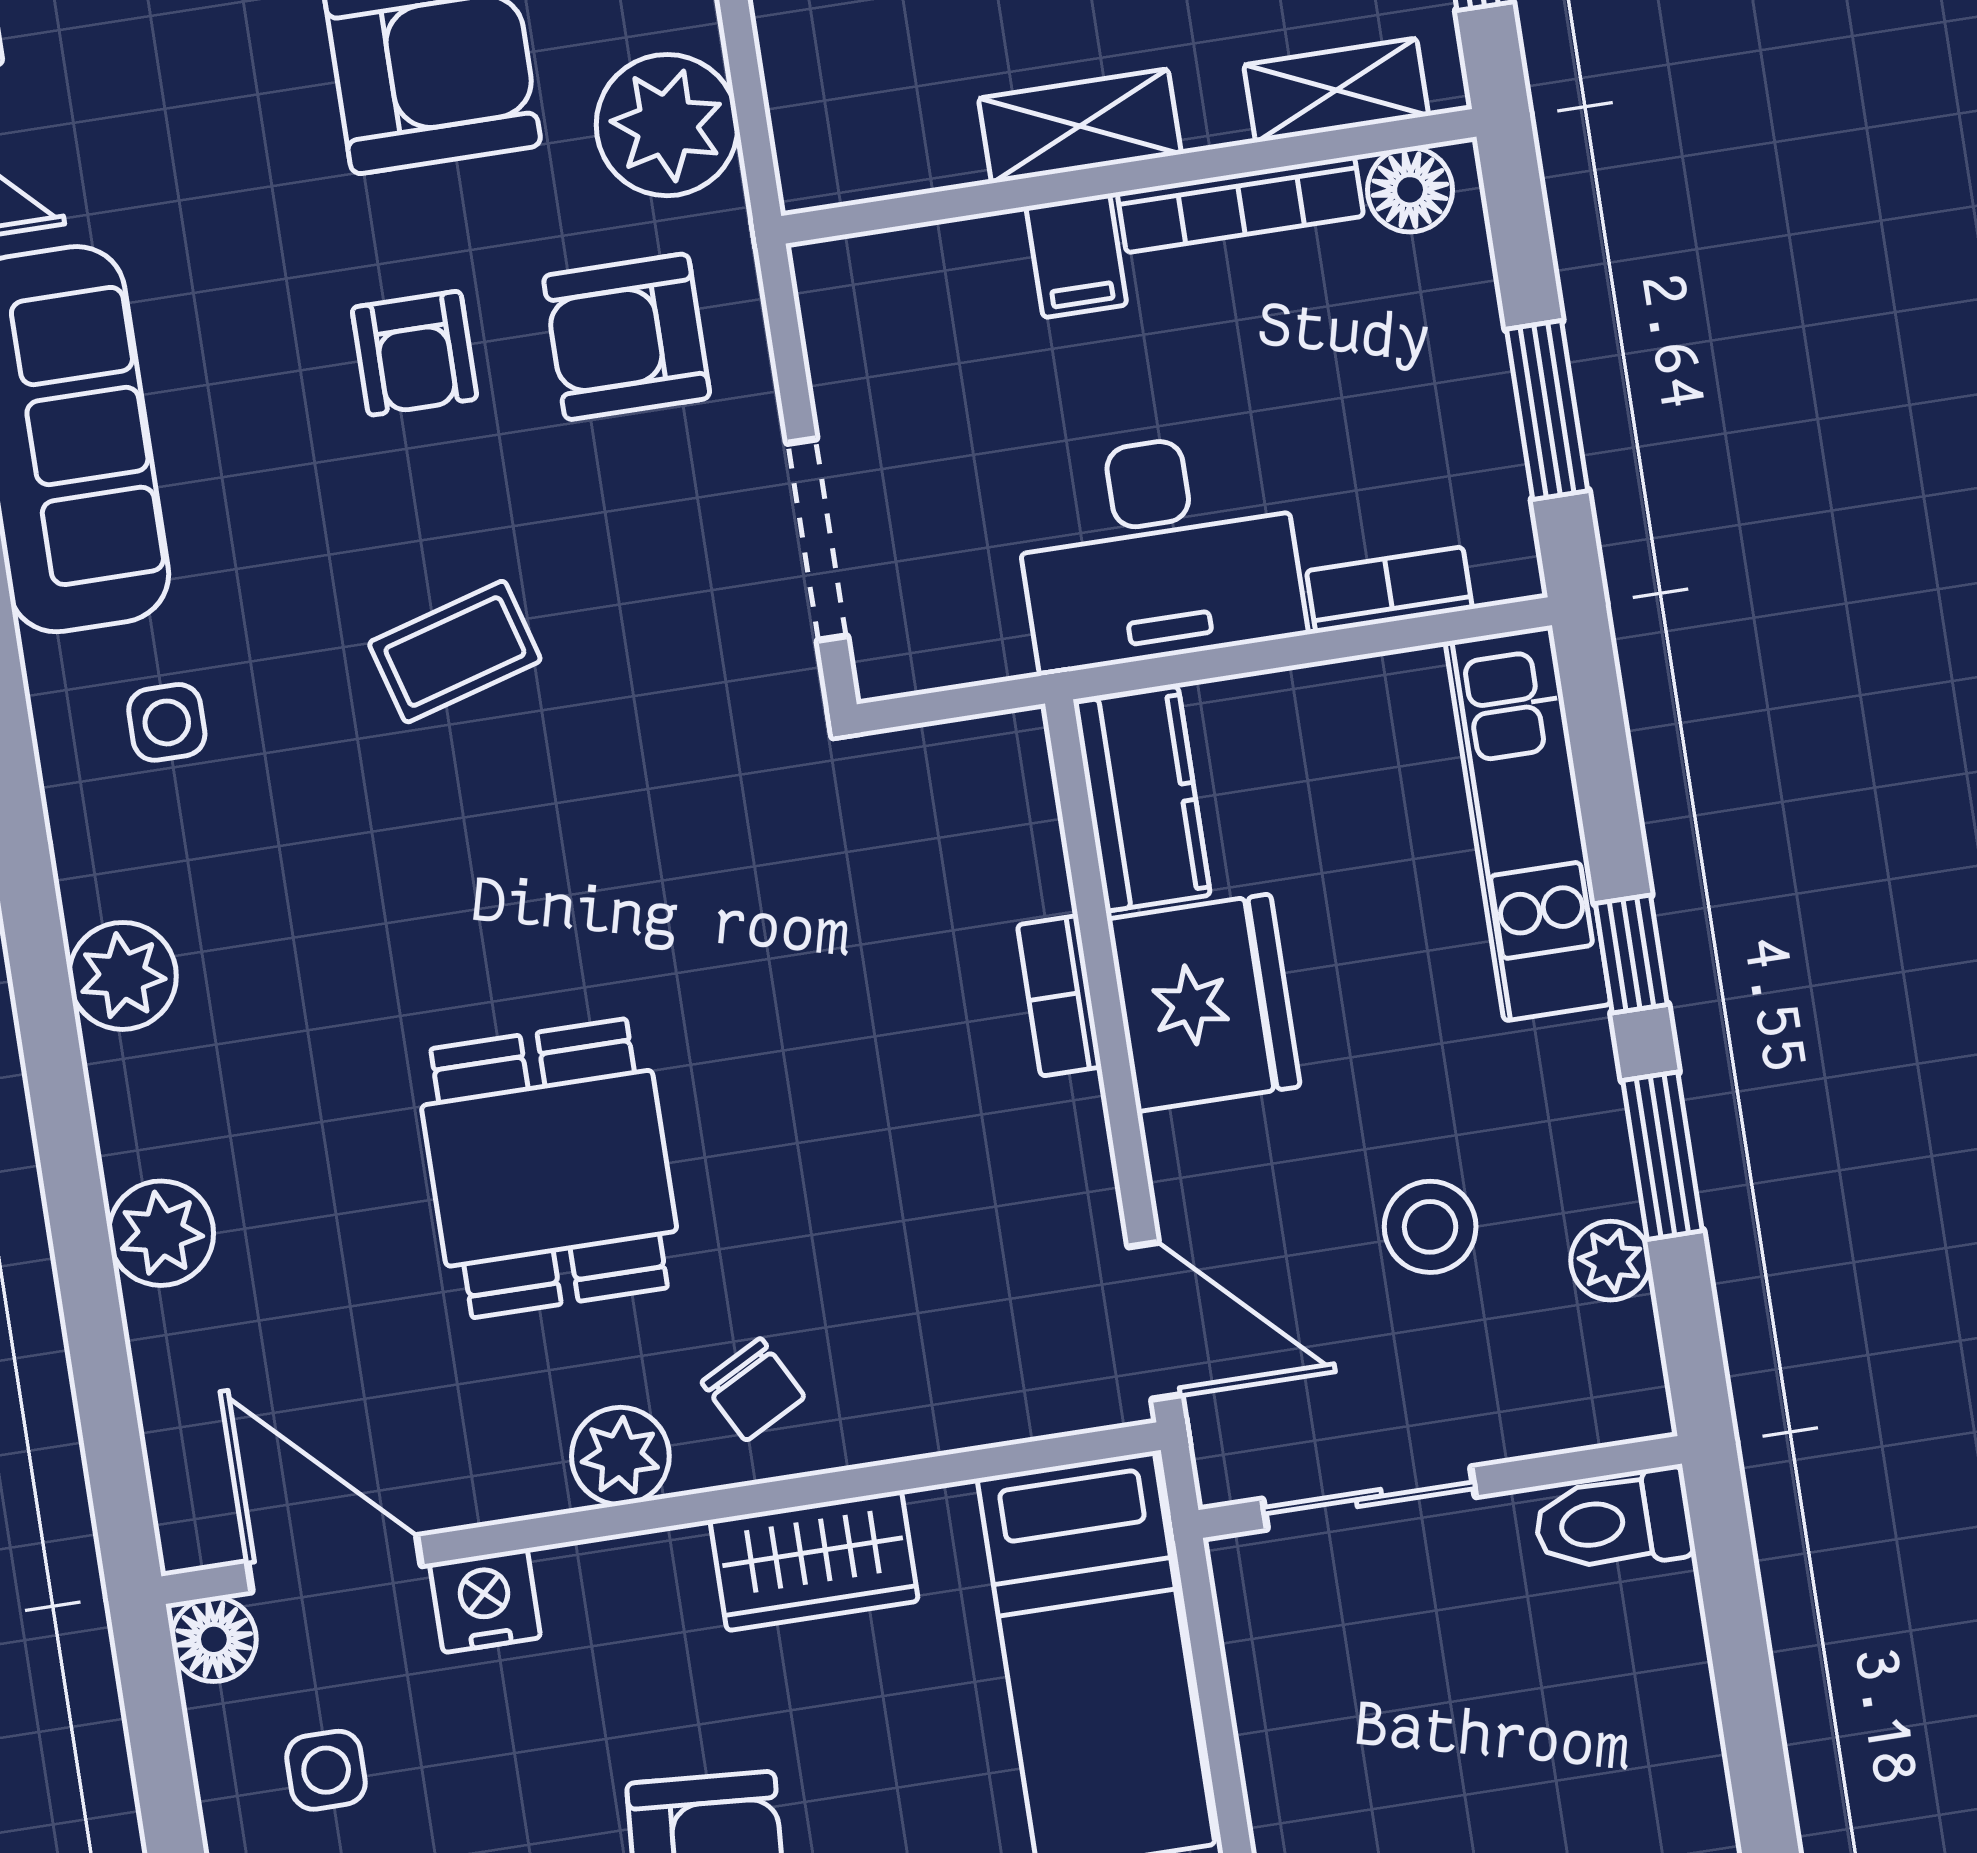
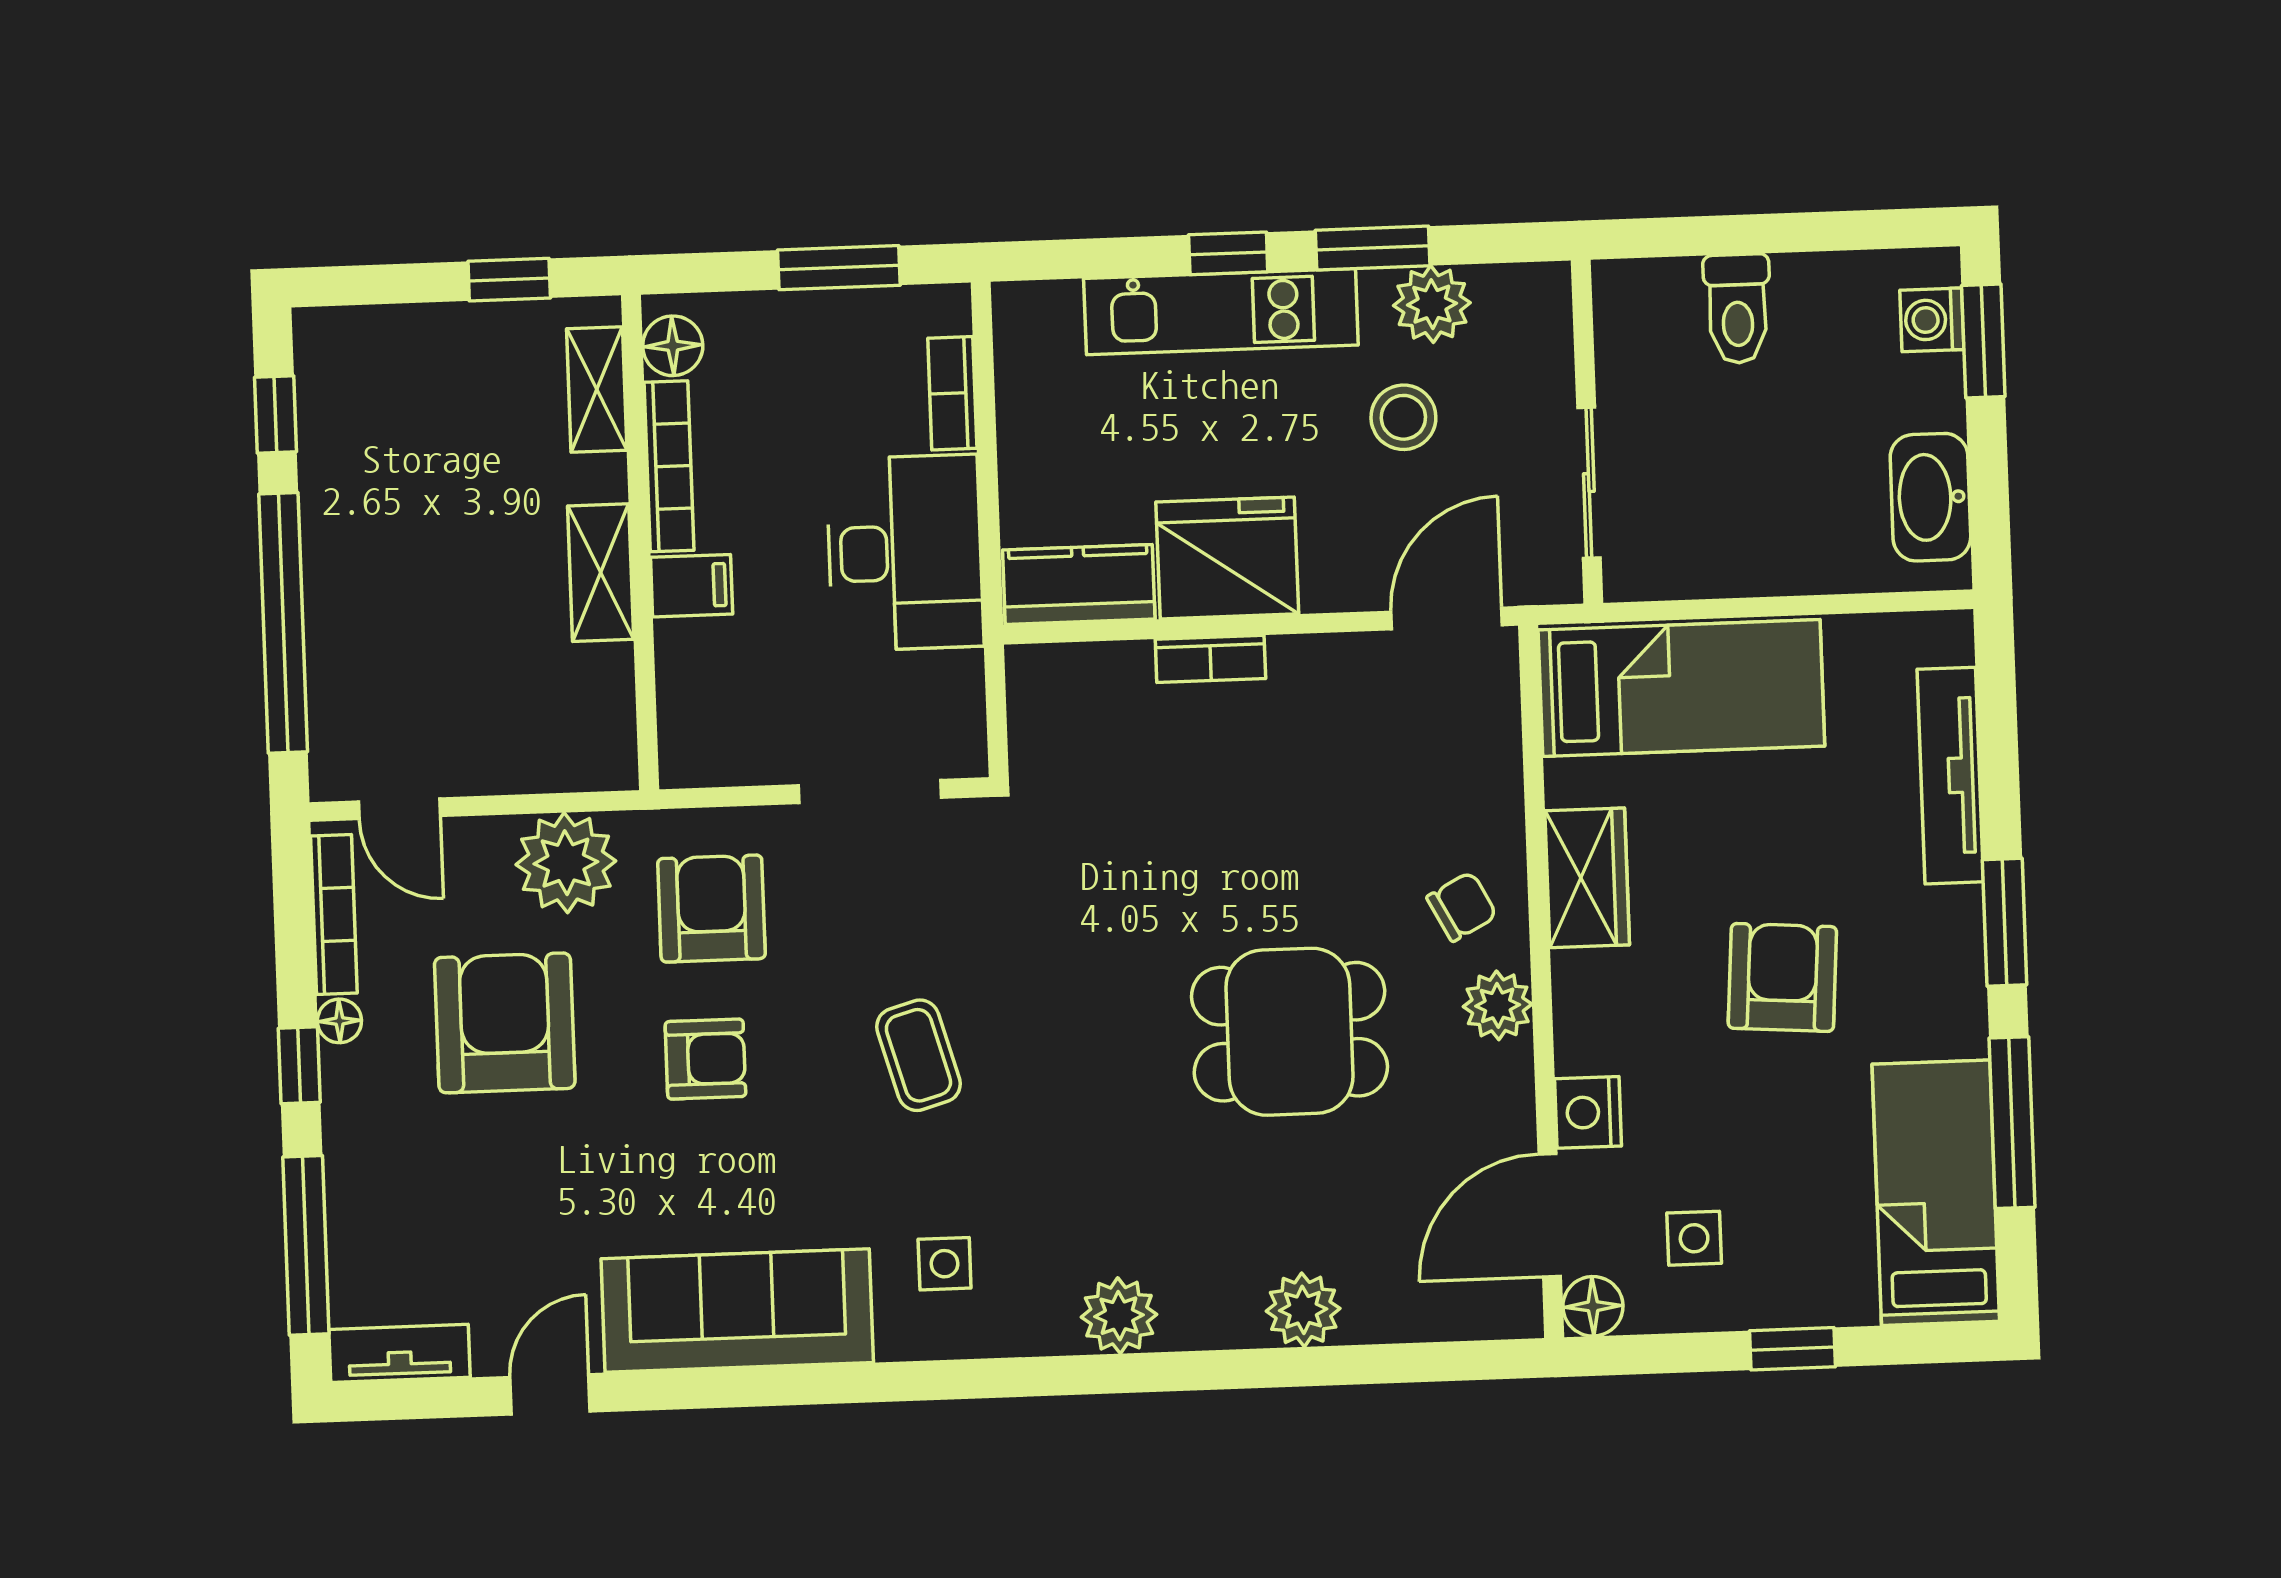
armchair: (627, 337) -> (711, 909), turned 180
kitchen unit: (1528, 823) -> (1221, 312), moved
plant: (1611, 1261) -> (1432, 304), width x1.38, depth x1.38
toilet: (1613, 1521) -> (1737, 309), moved

